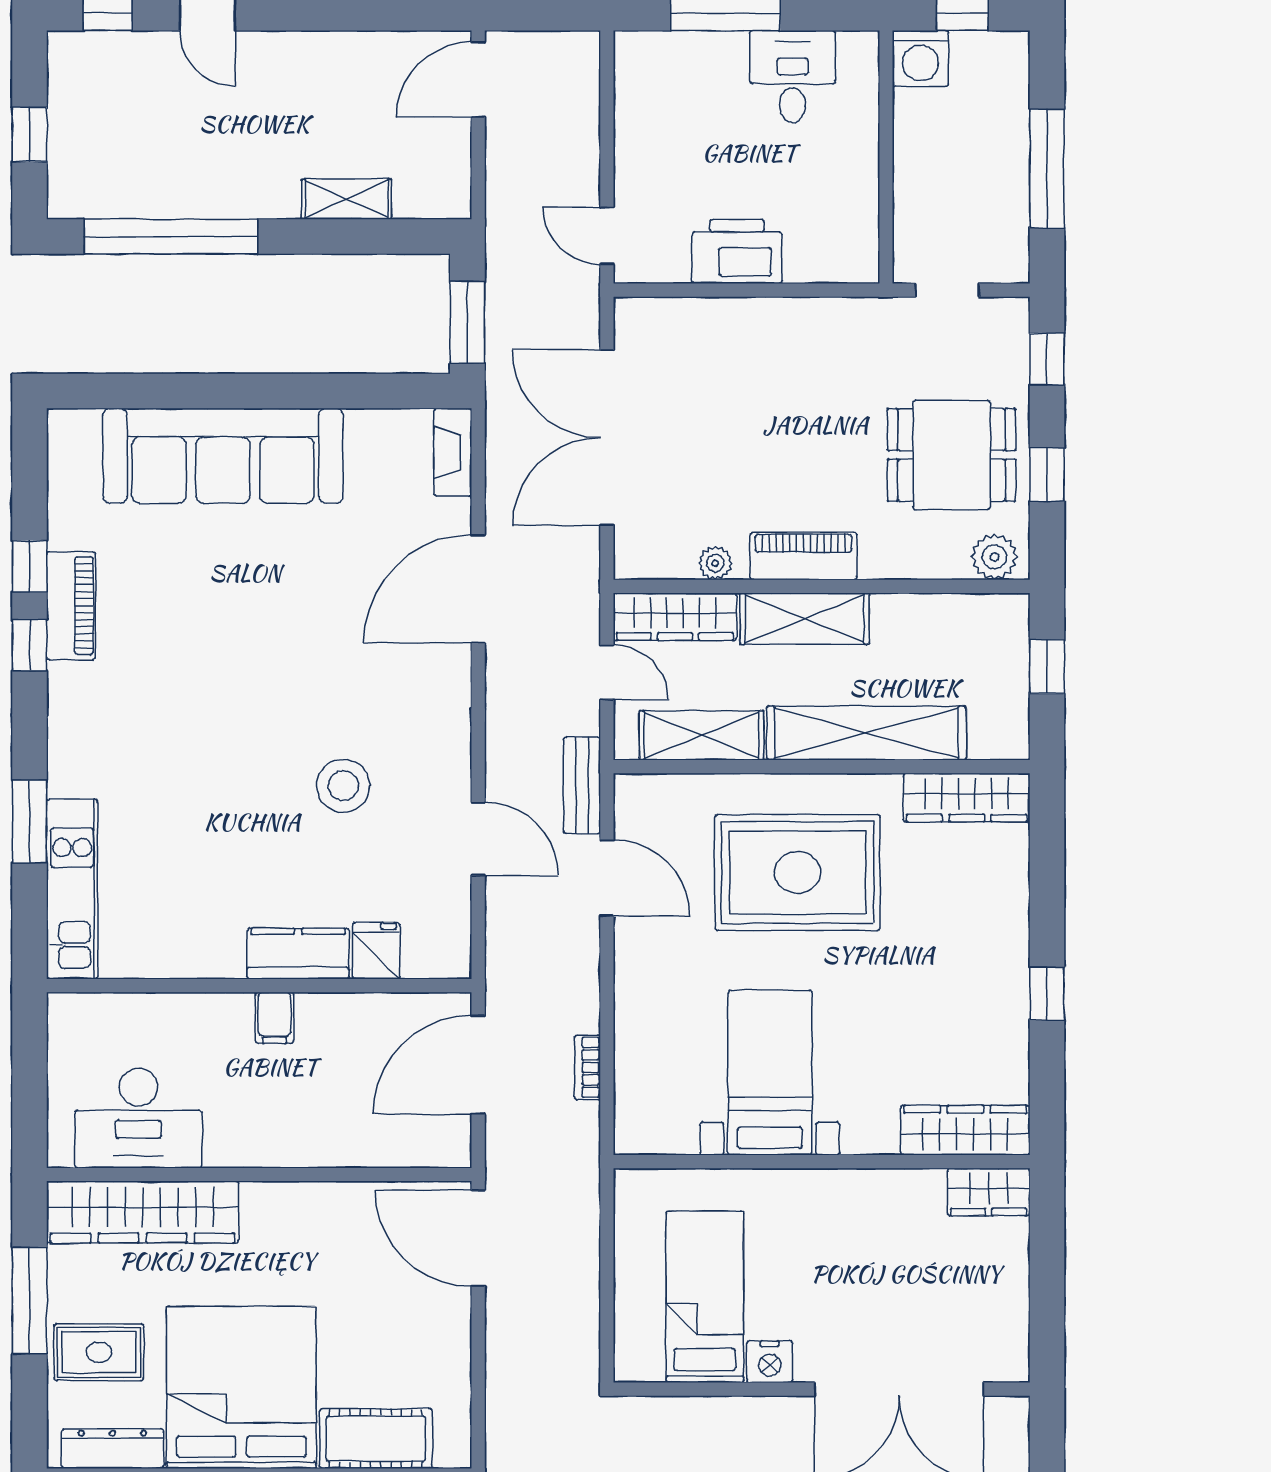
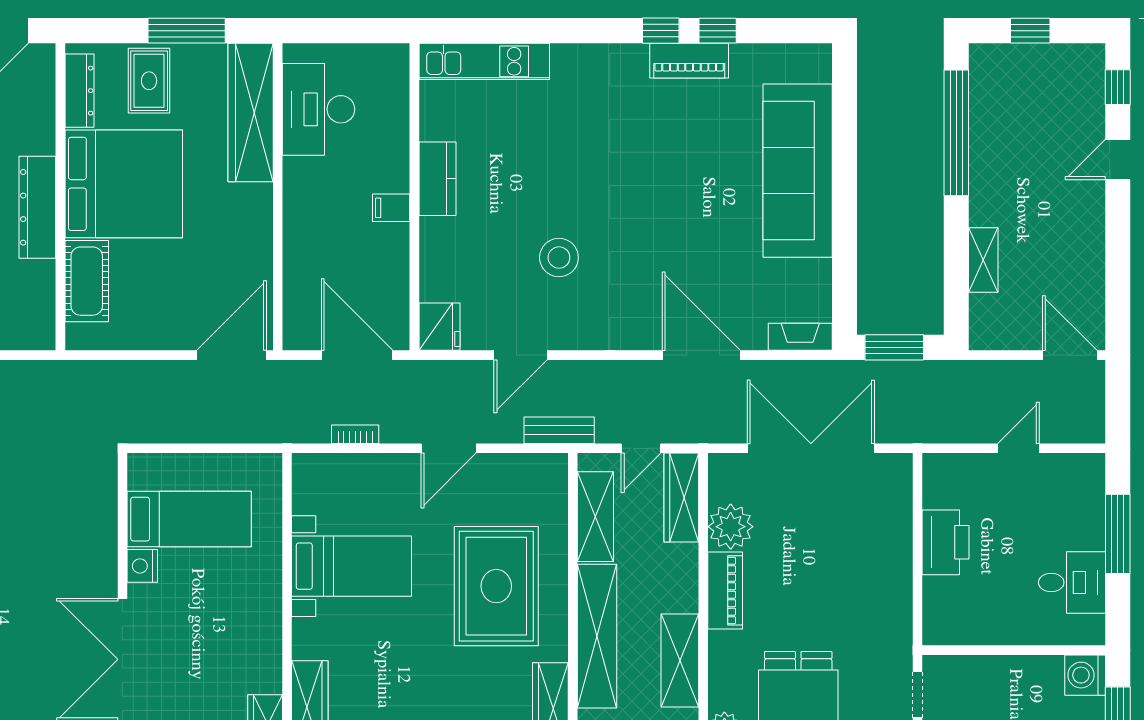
door: (607, 236) -> (1018, 448), moved
plant: (715, 563) -> (731, 527), width x1.87, depth x1.87
shelving: (805, 619) -> (680, 661), moved
window: (30, 821) -> (533, 31), removed
door: (607, 878) -> (449, 448), moved
fridge: (376, 951) -> (439, 327), moved, width x1.38
kitchen counter: (298, 954) -> (437, 179), moved

